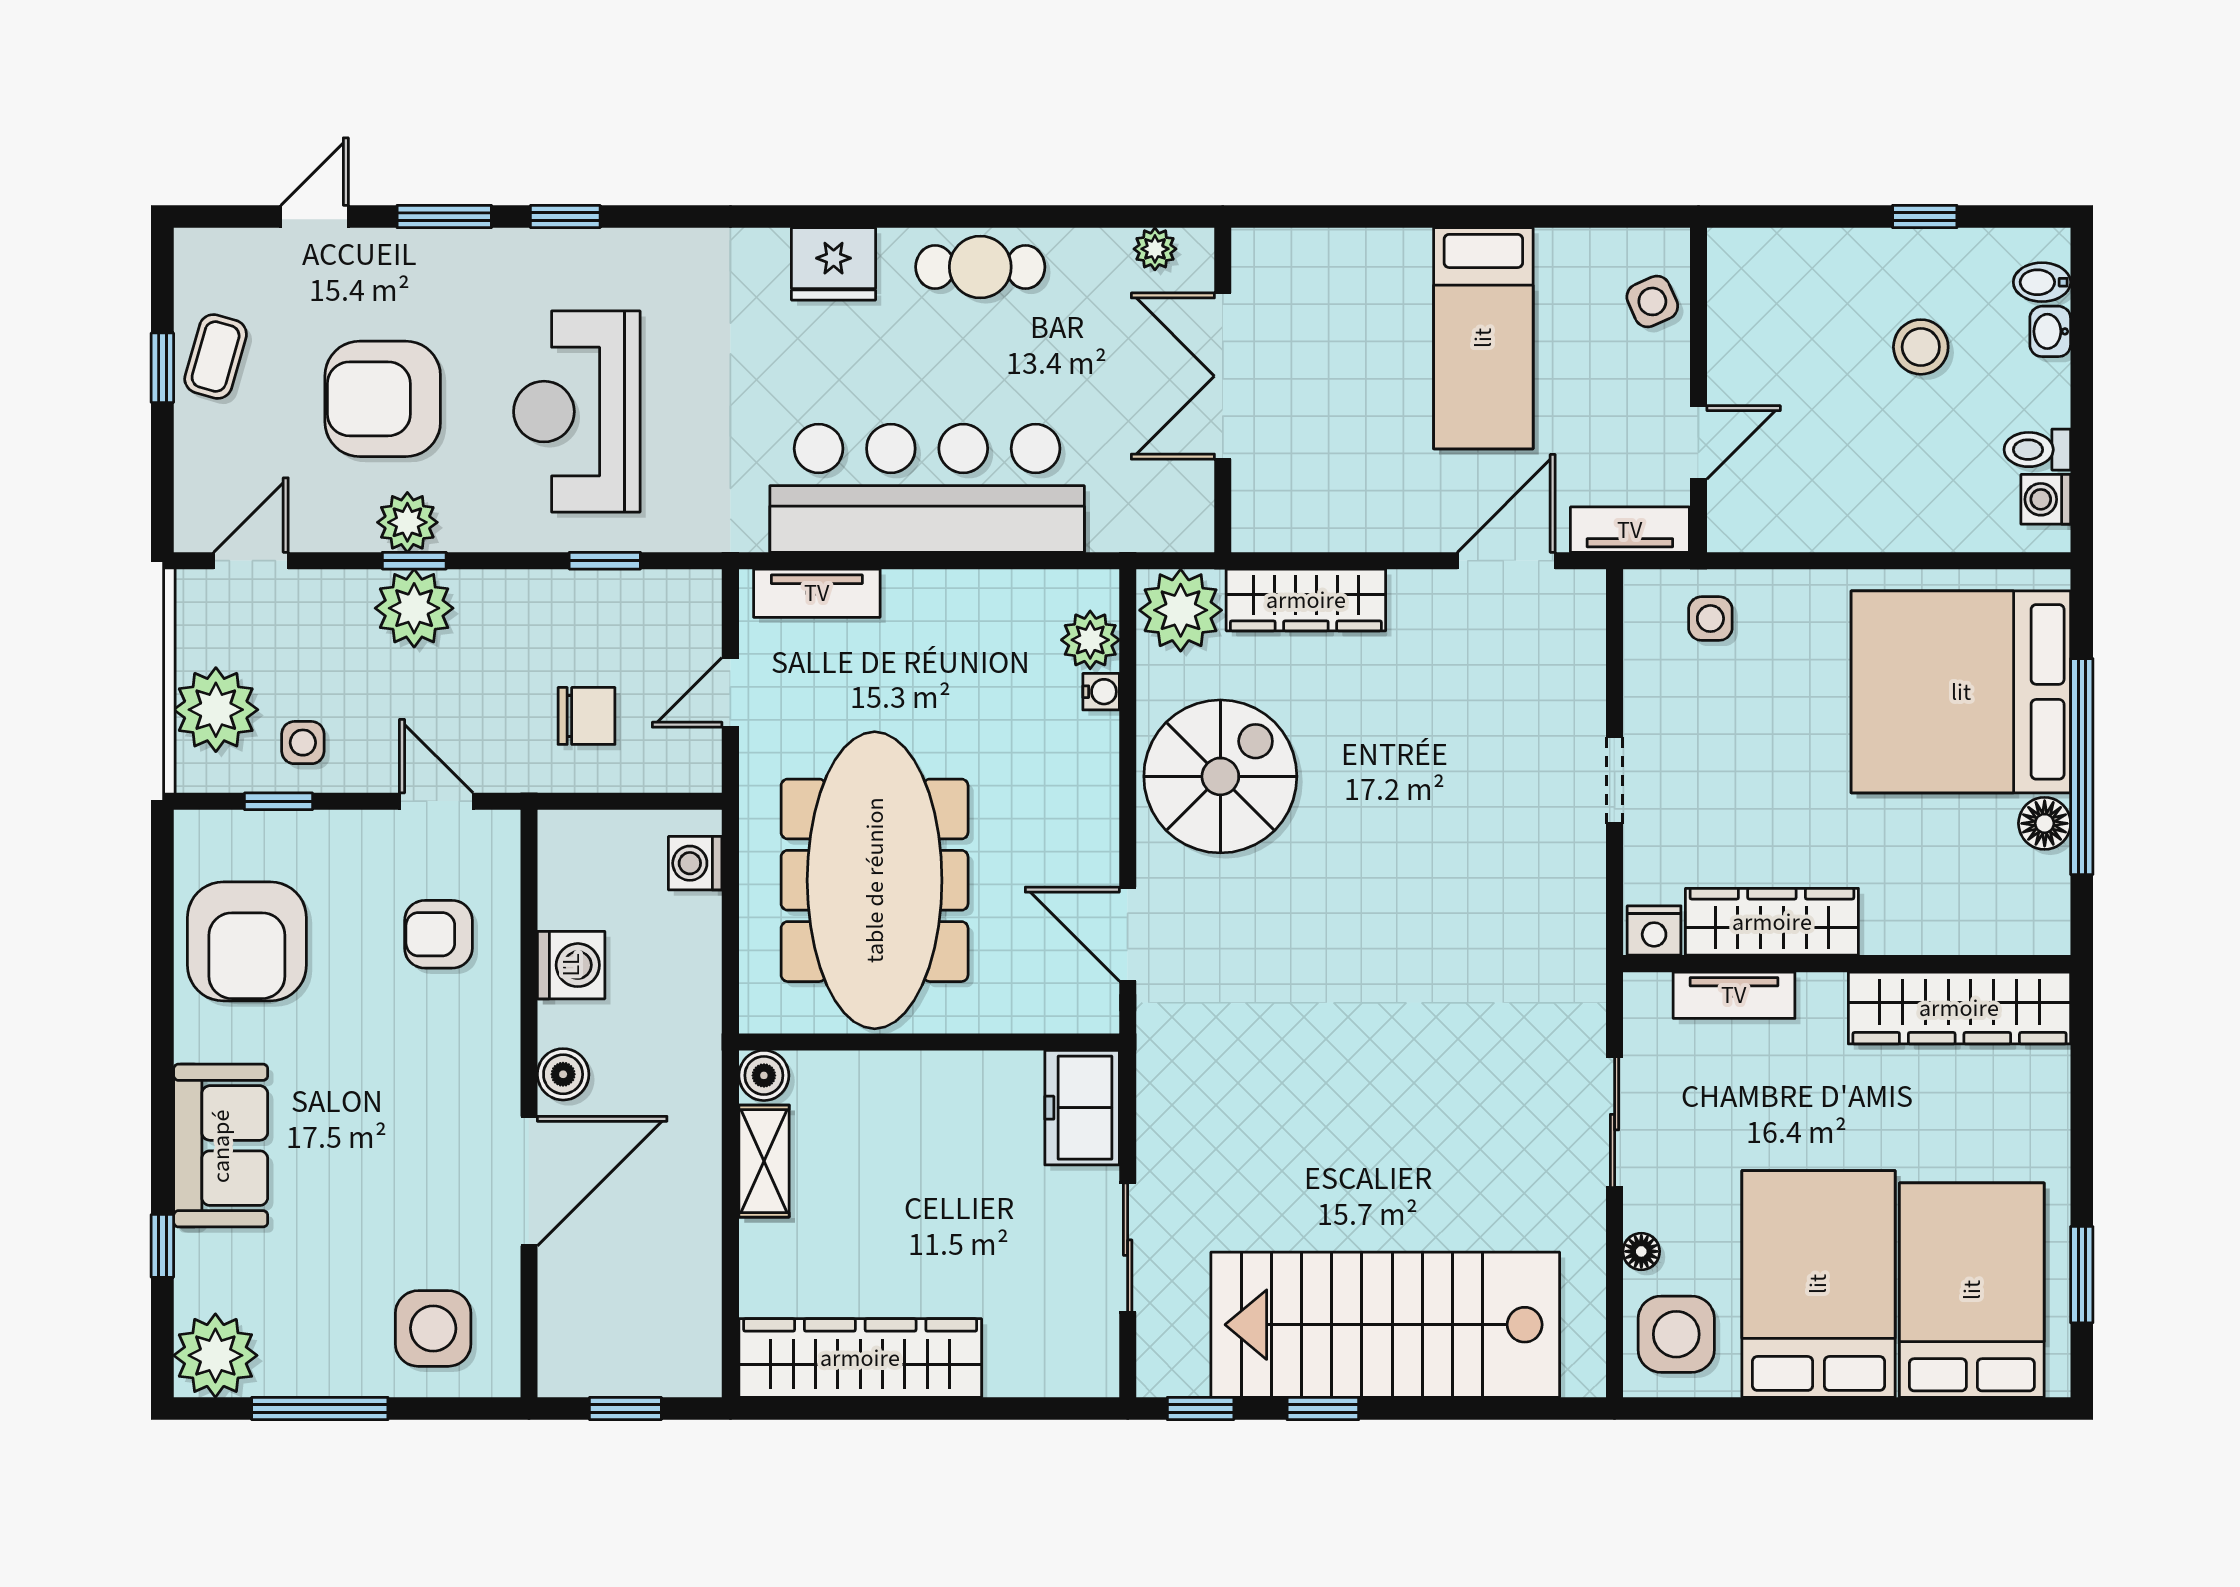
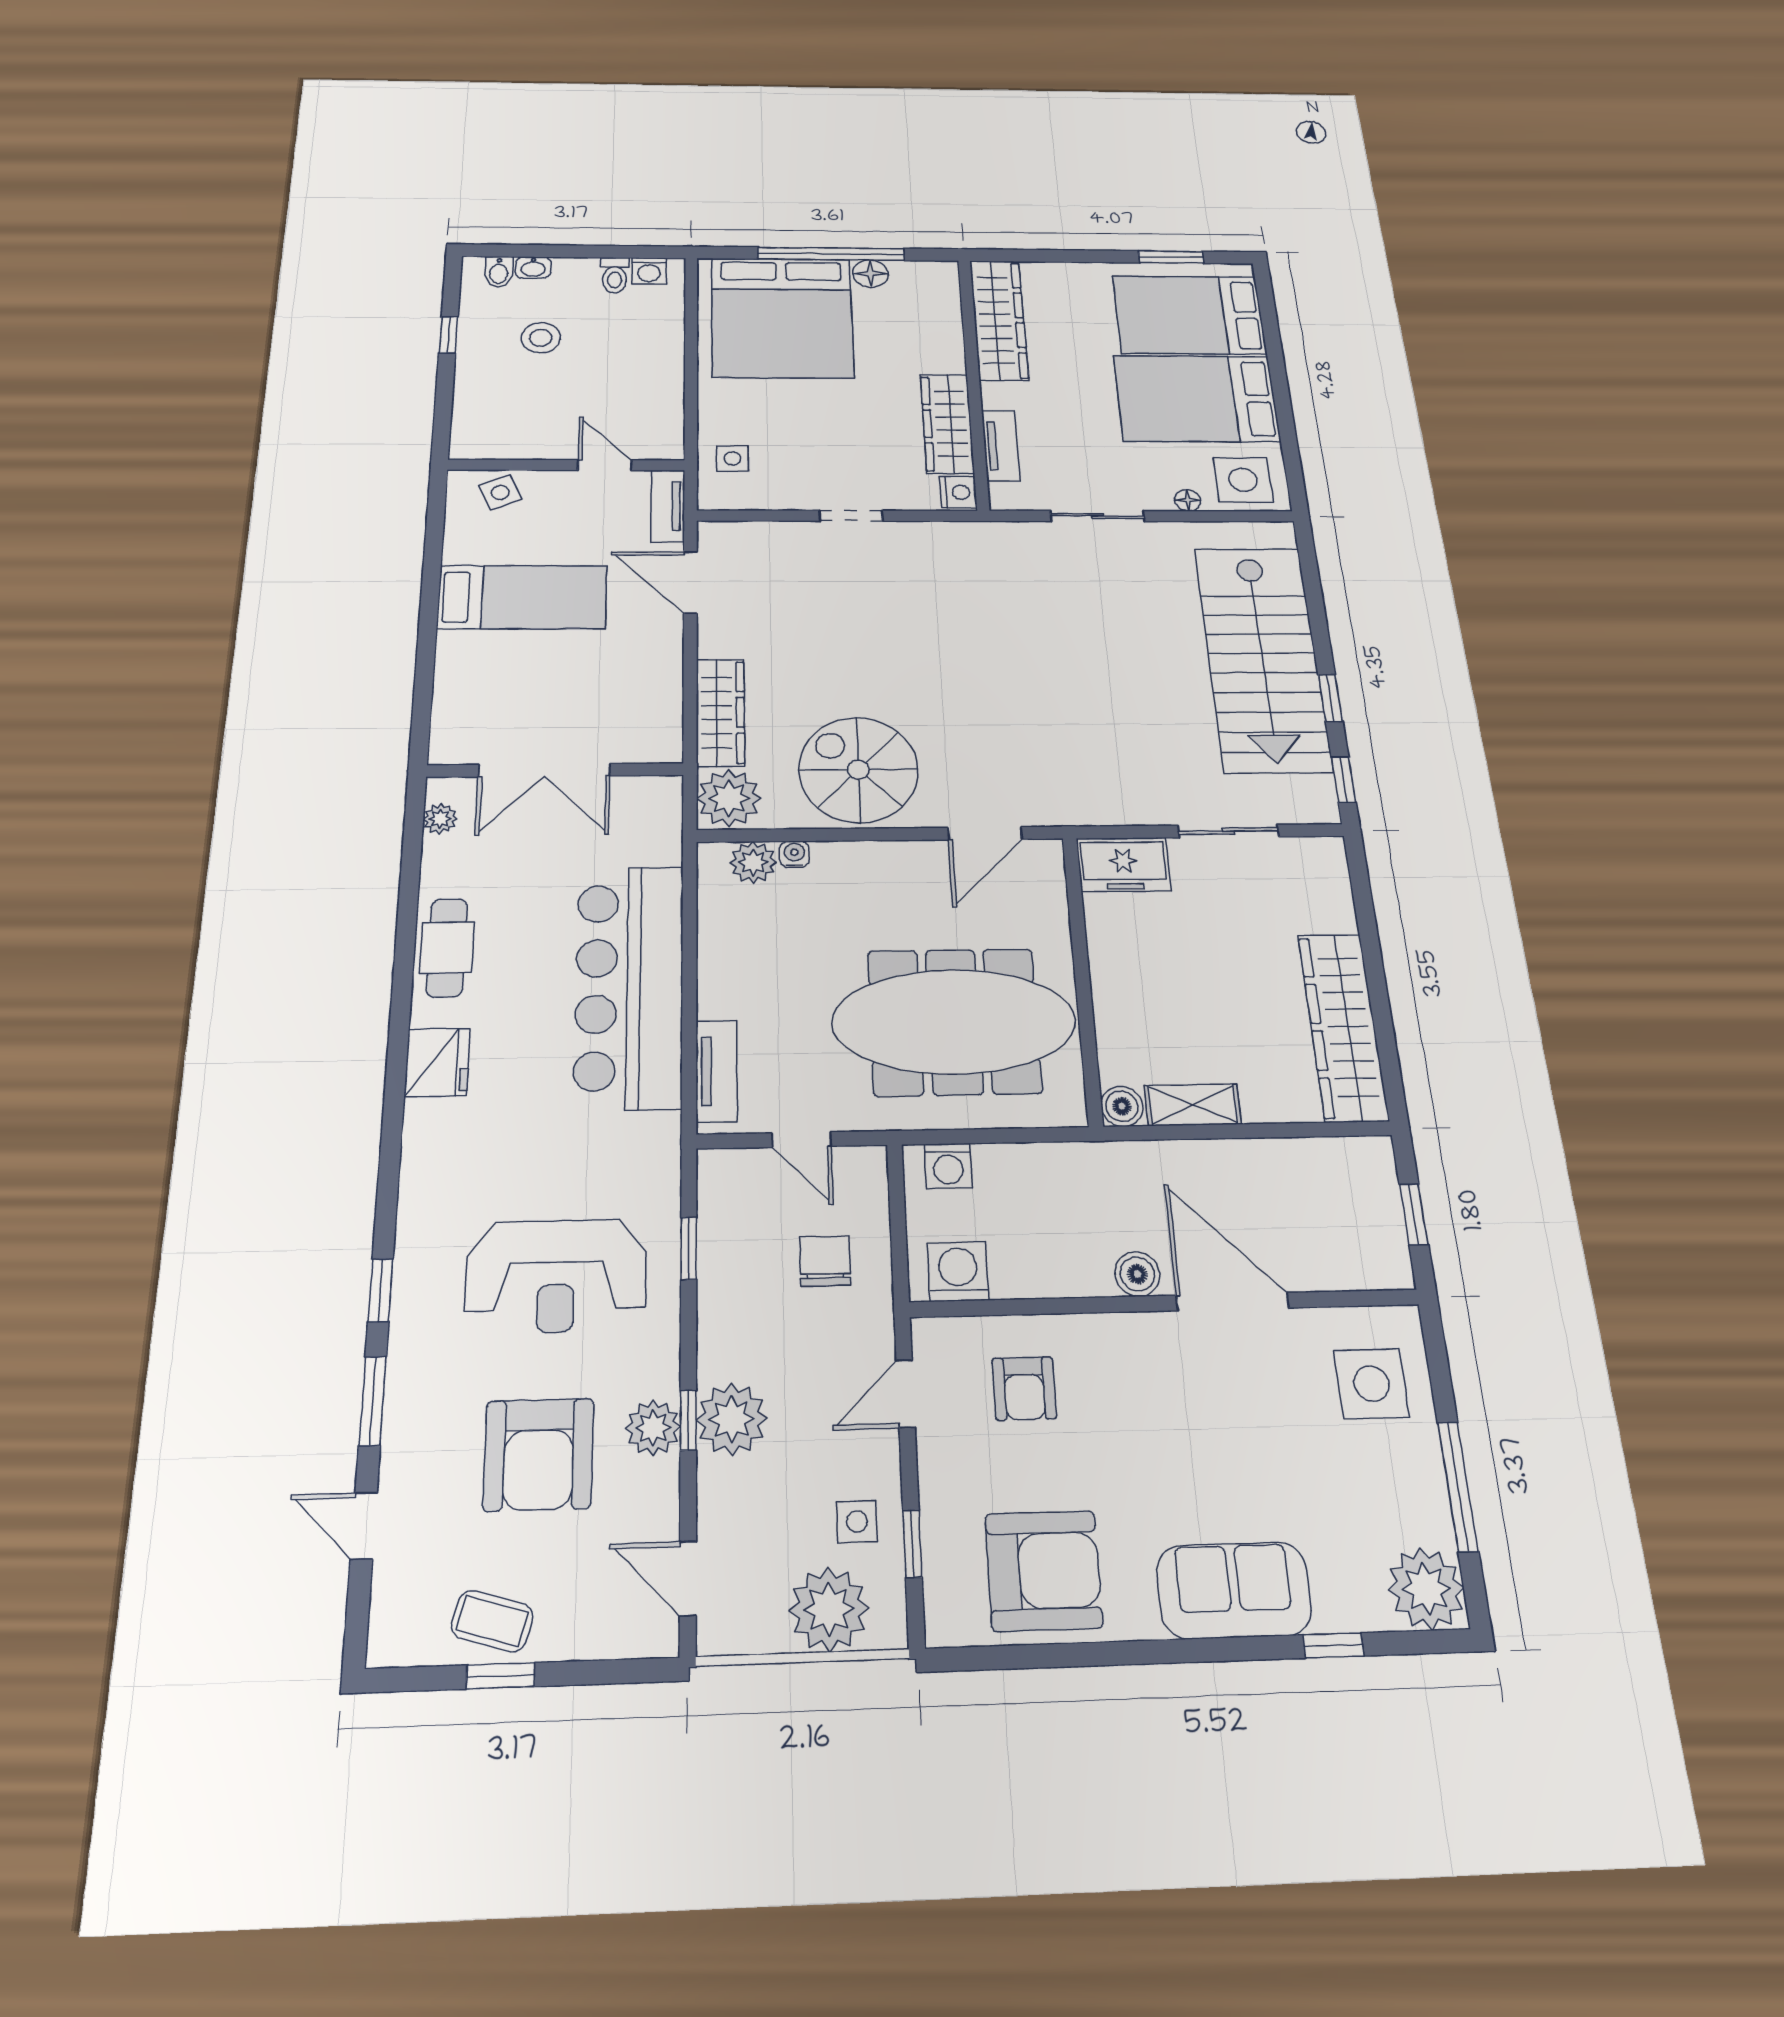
washing machine: (571, 965) -> (958, 1271), moved

